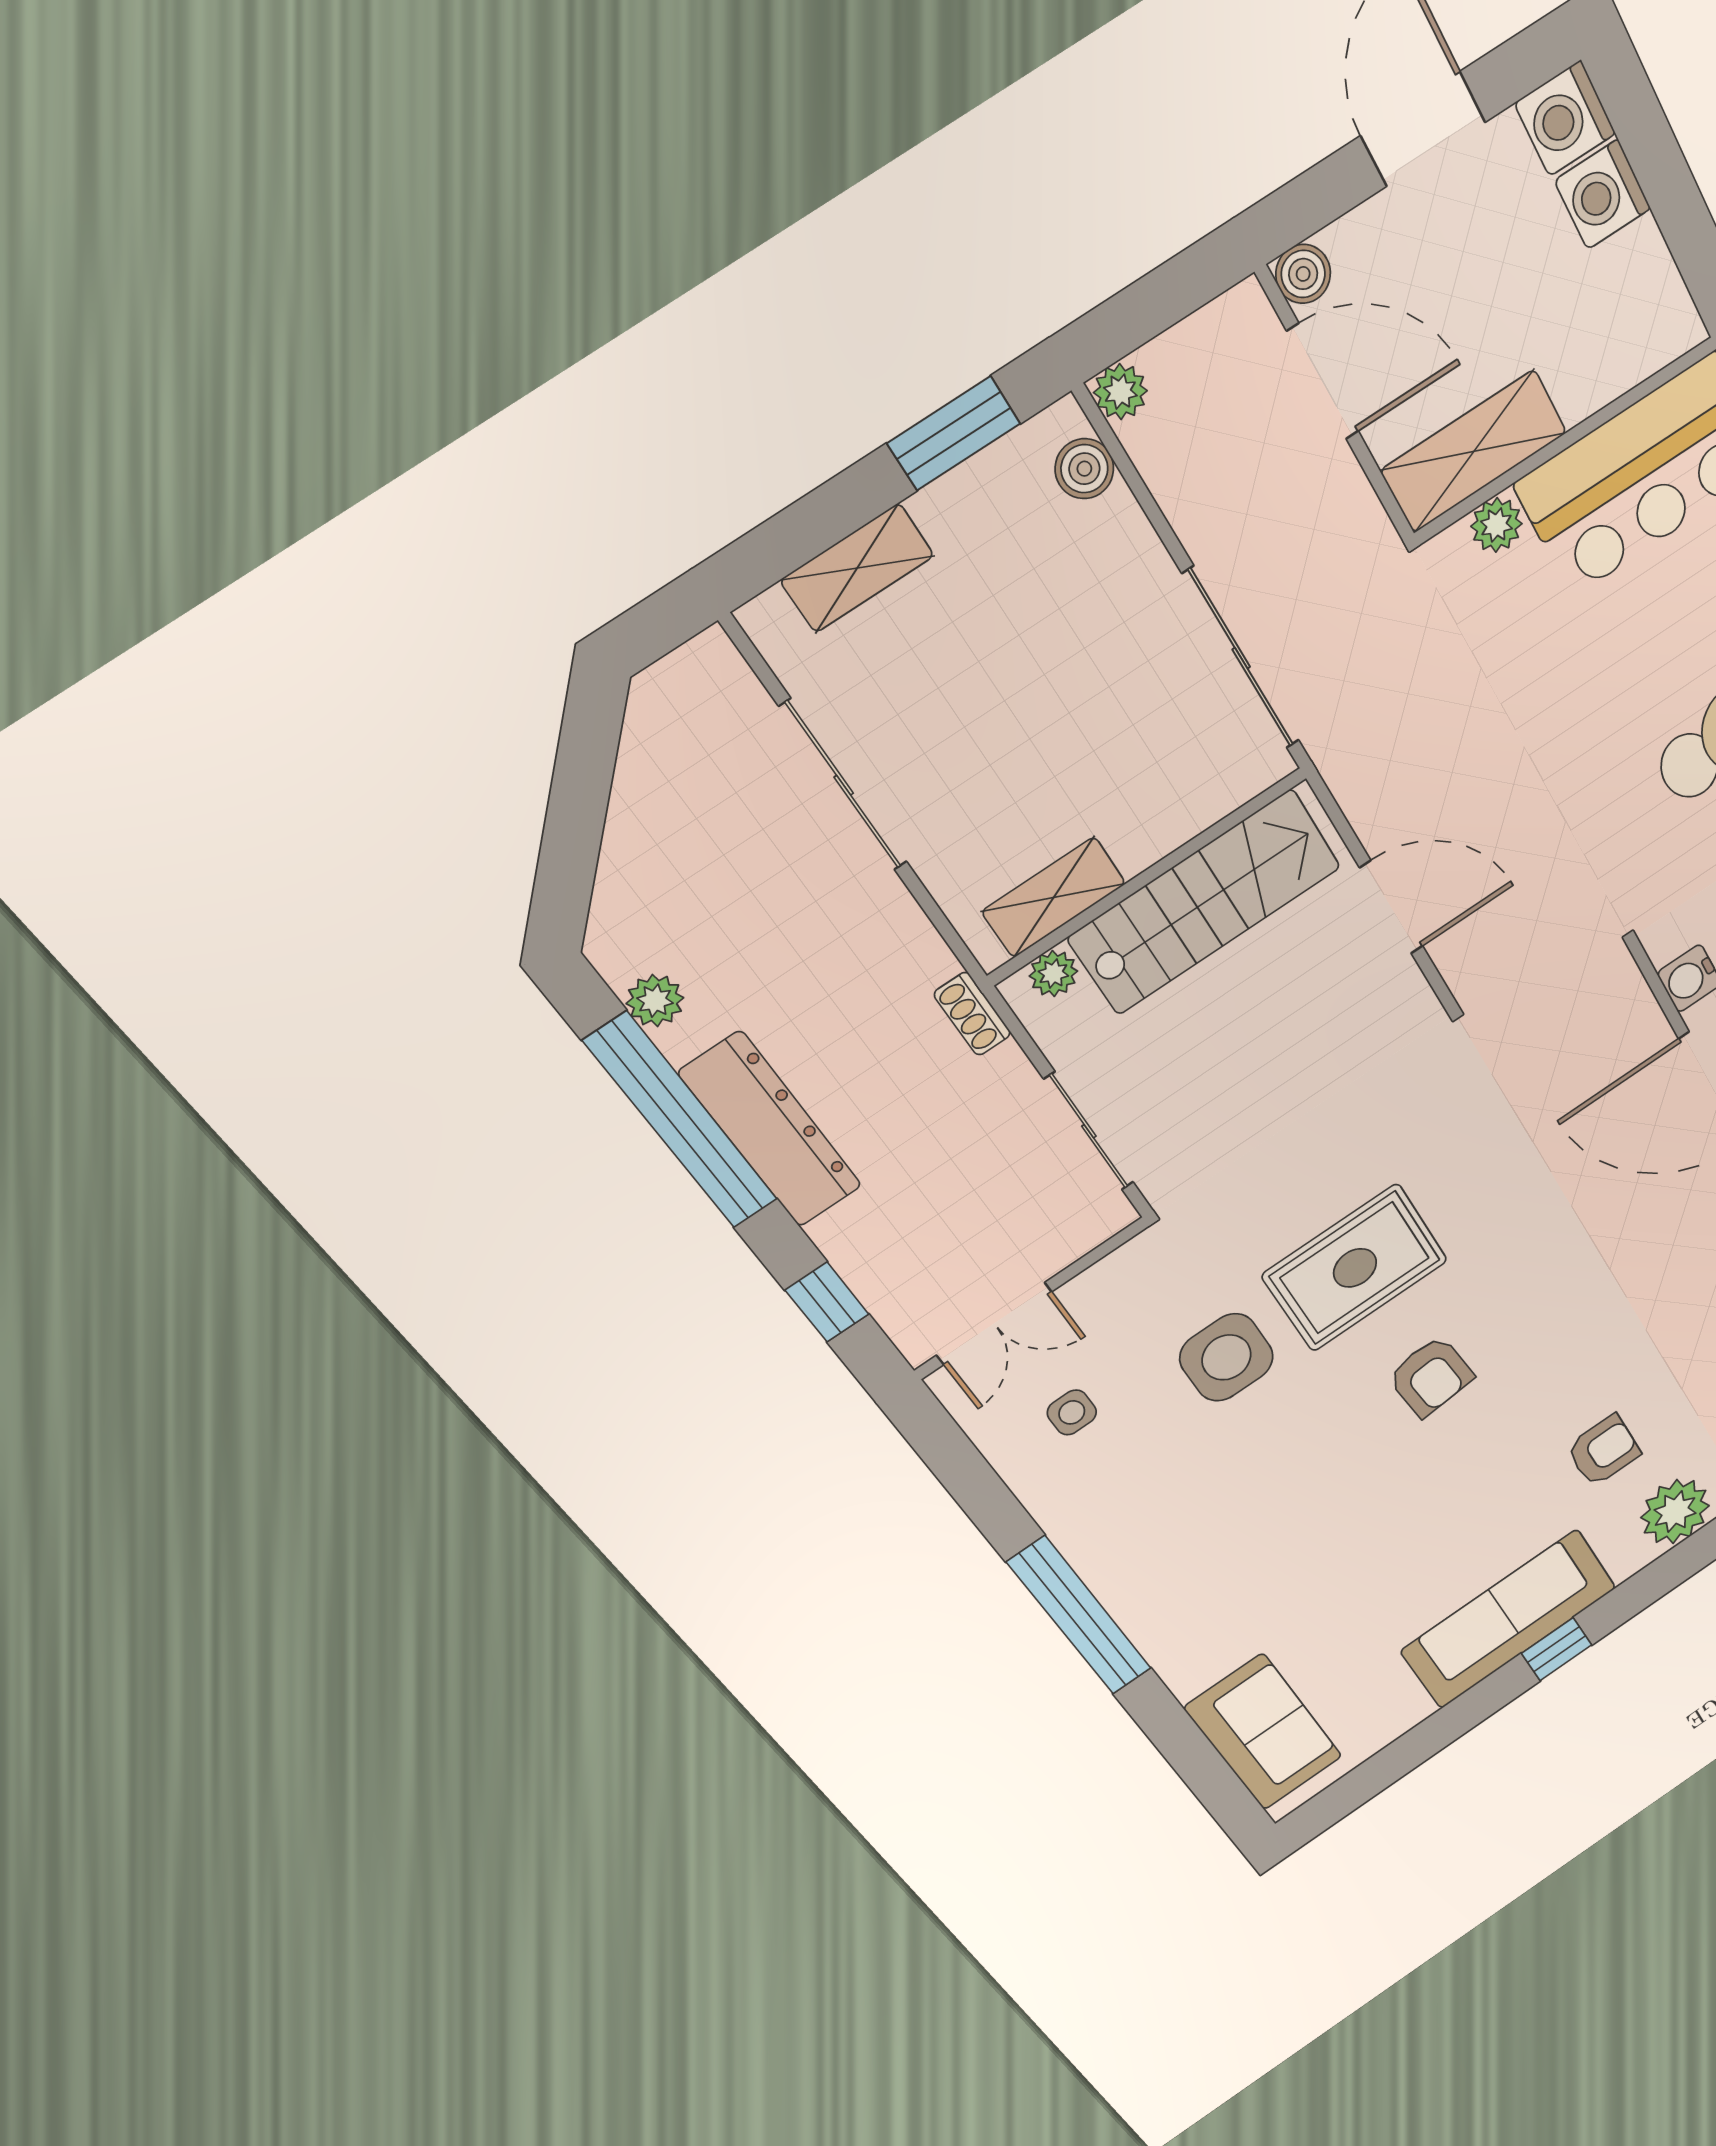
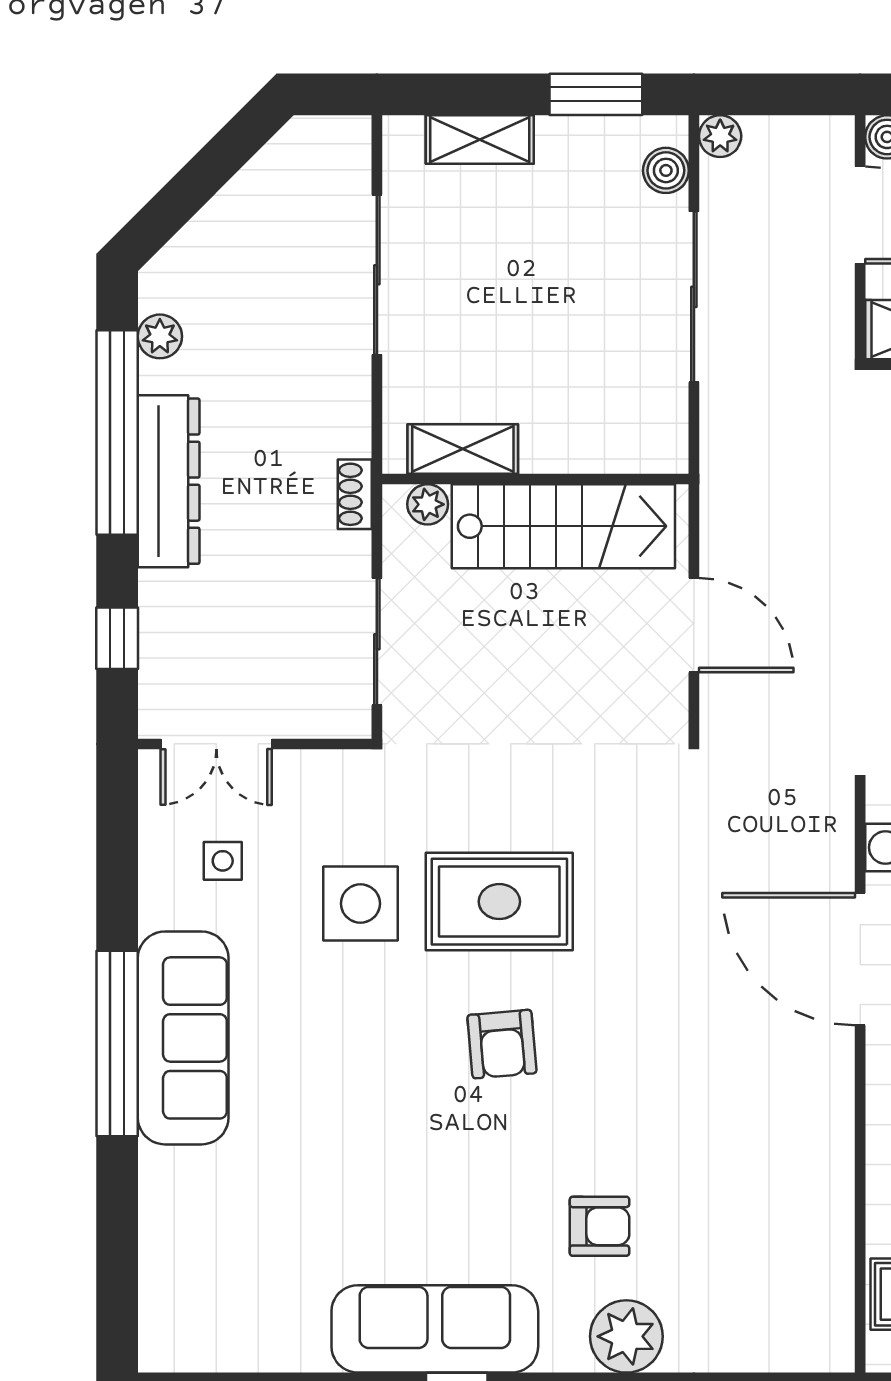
sliding door: (1241, 658) -> (694, 297), moved
sofa: (1264, 1732) -> (183, 1038), moved, width x1.36

